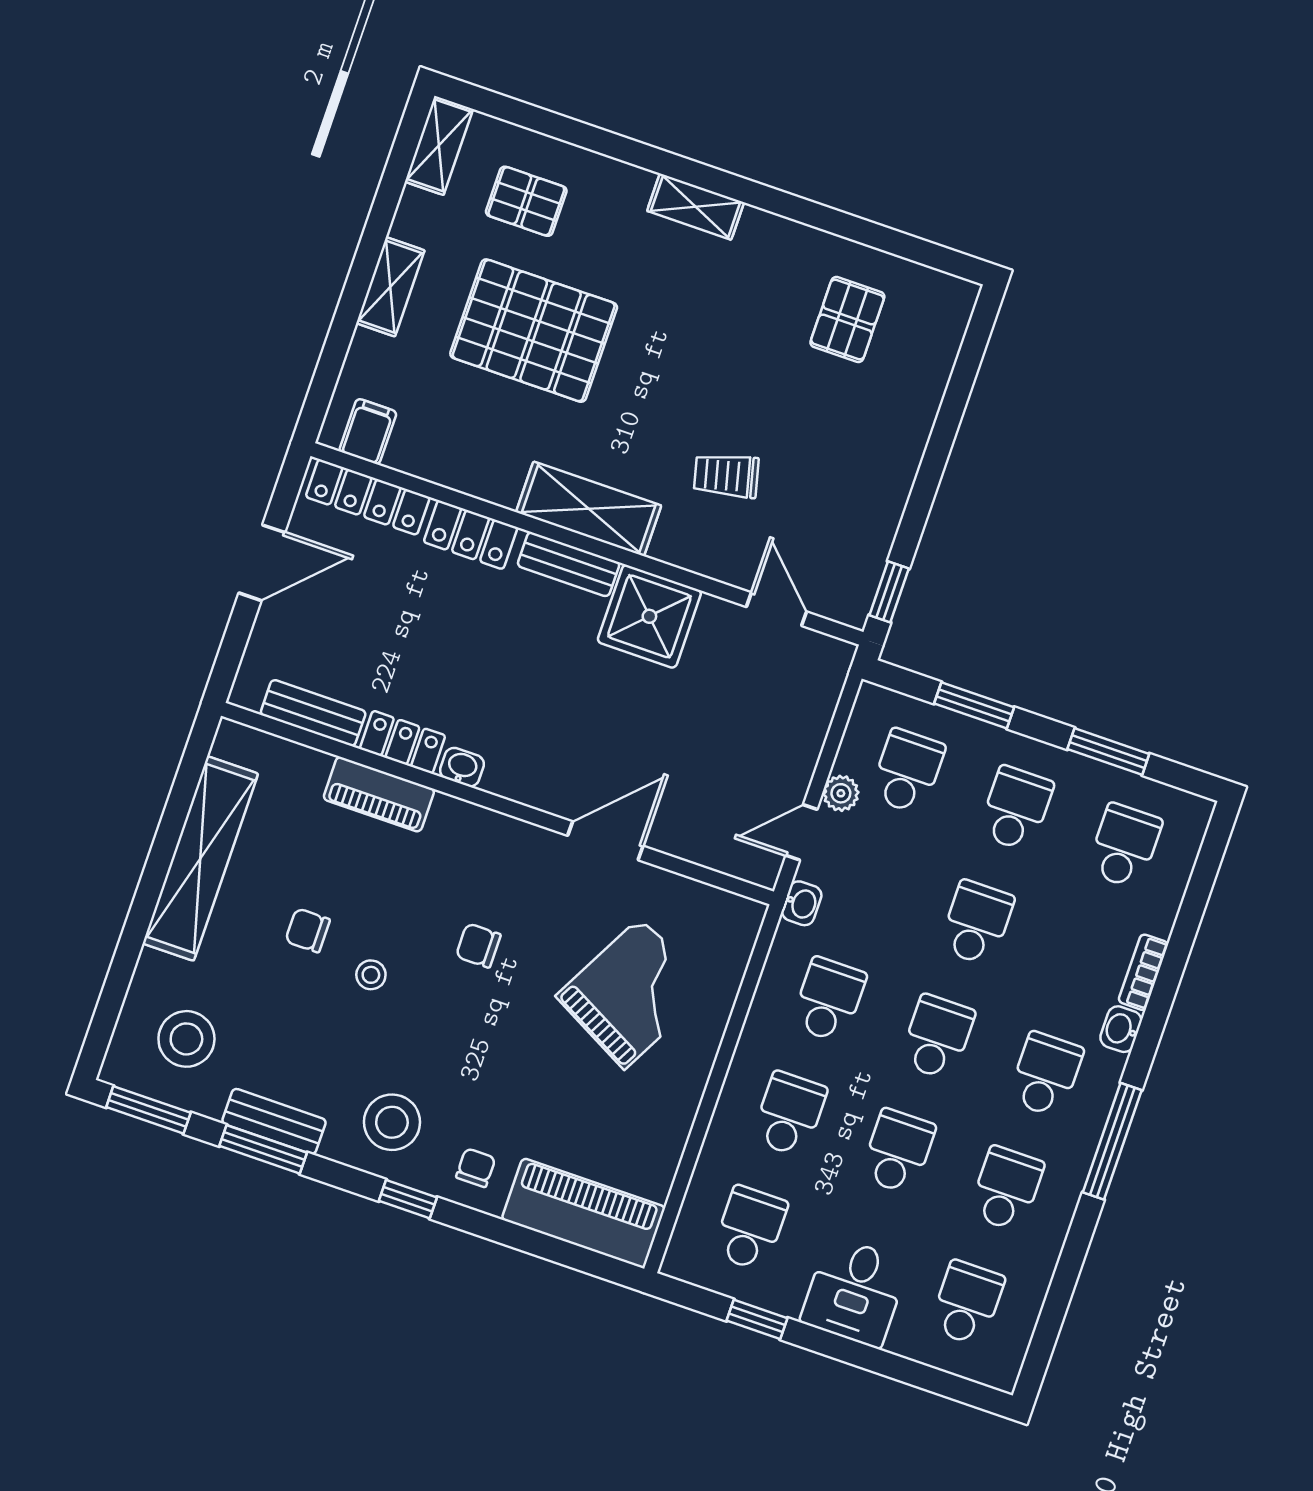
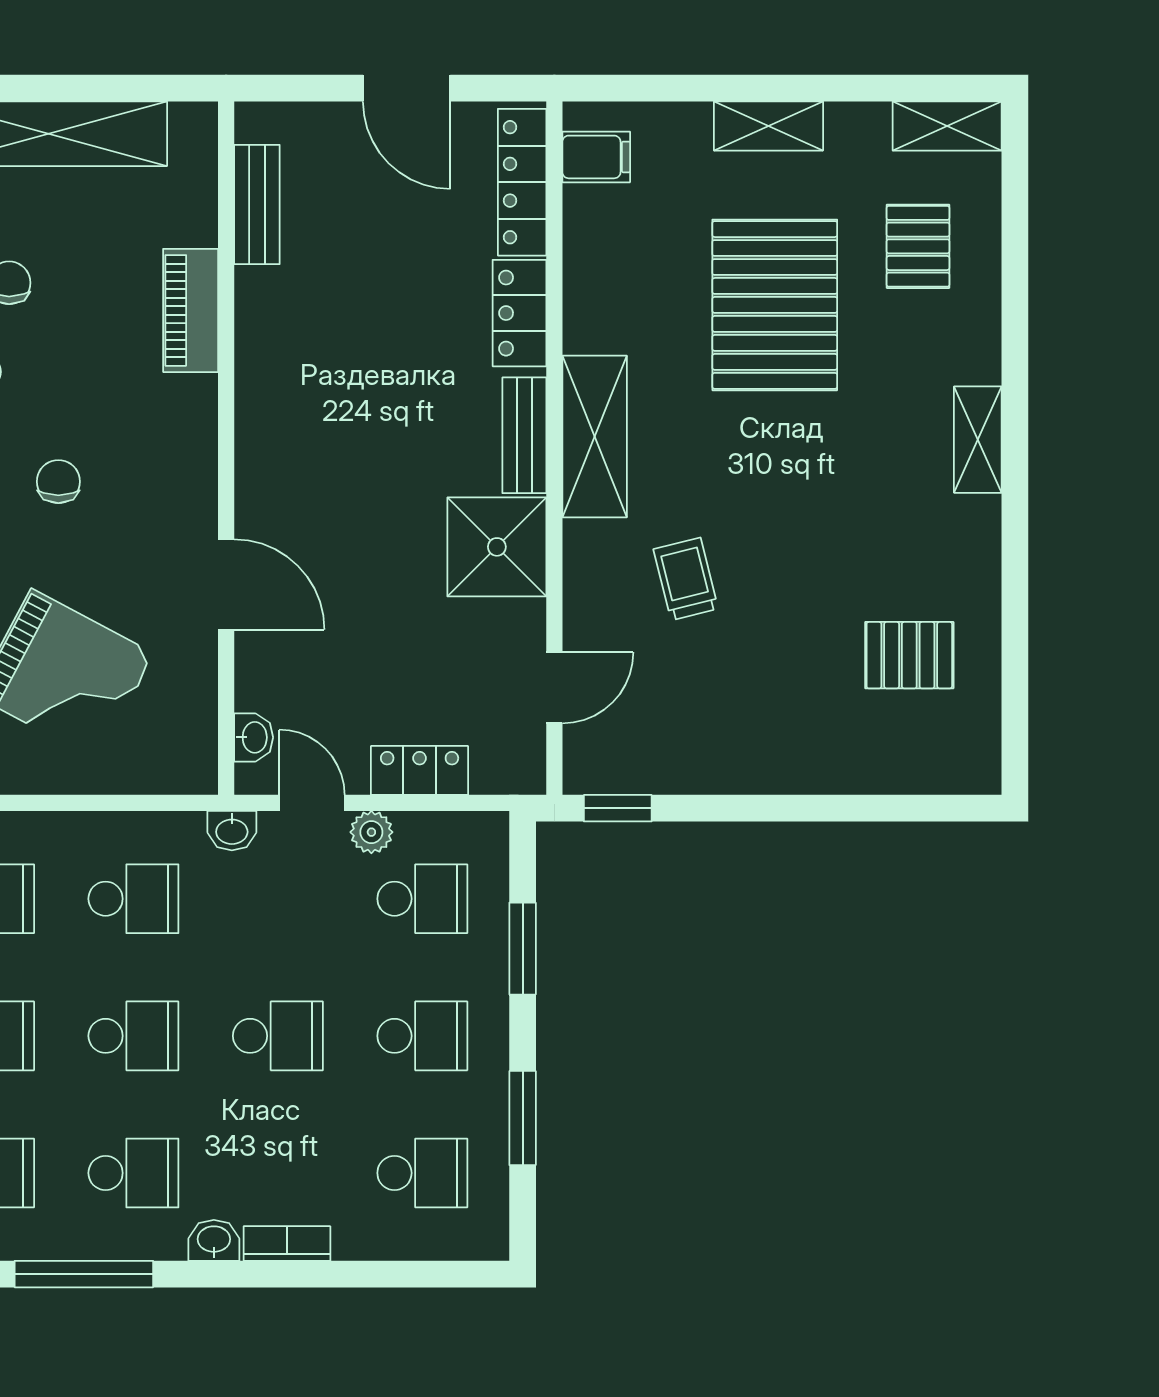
locker: (403, 742) -> (420, 770), moved, turned -90
washbasin: (462, 767) -> (254, 737), moved

